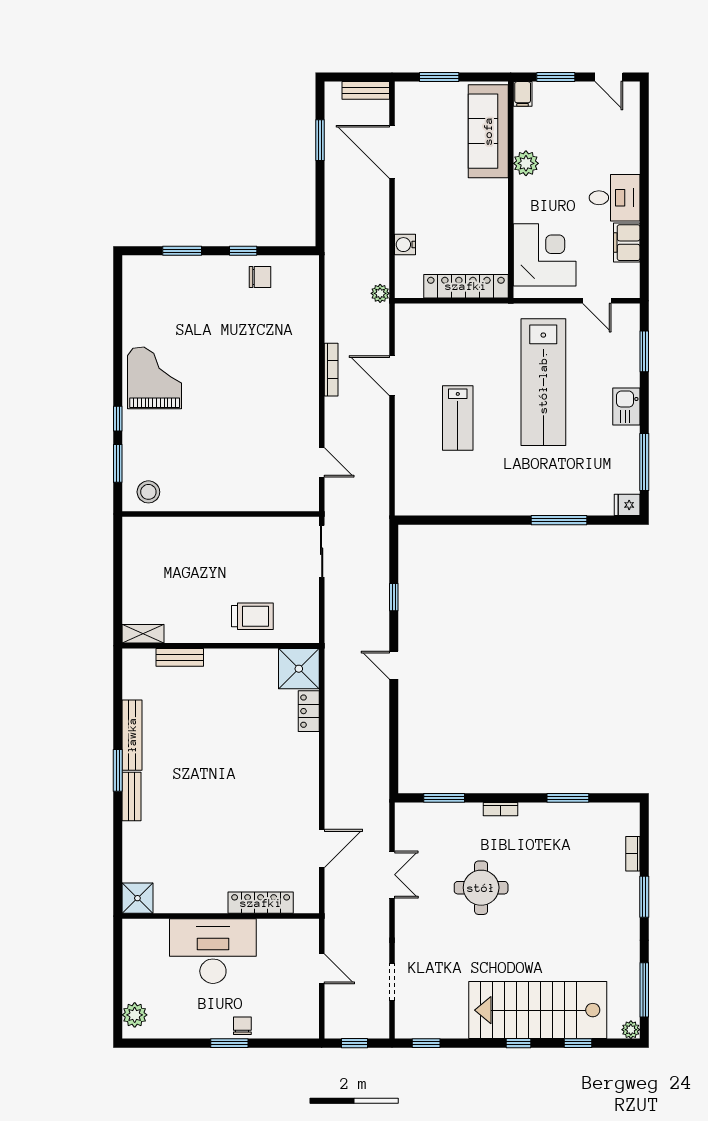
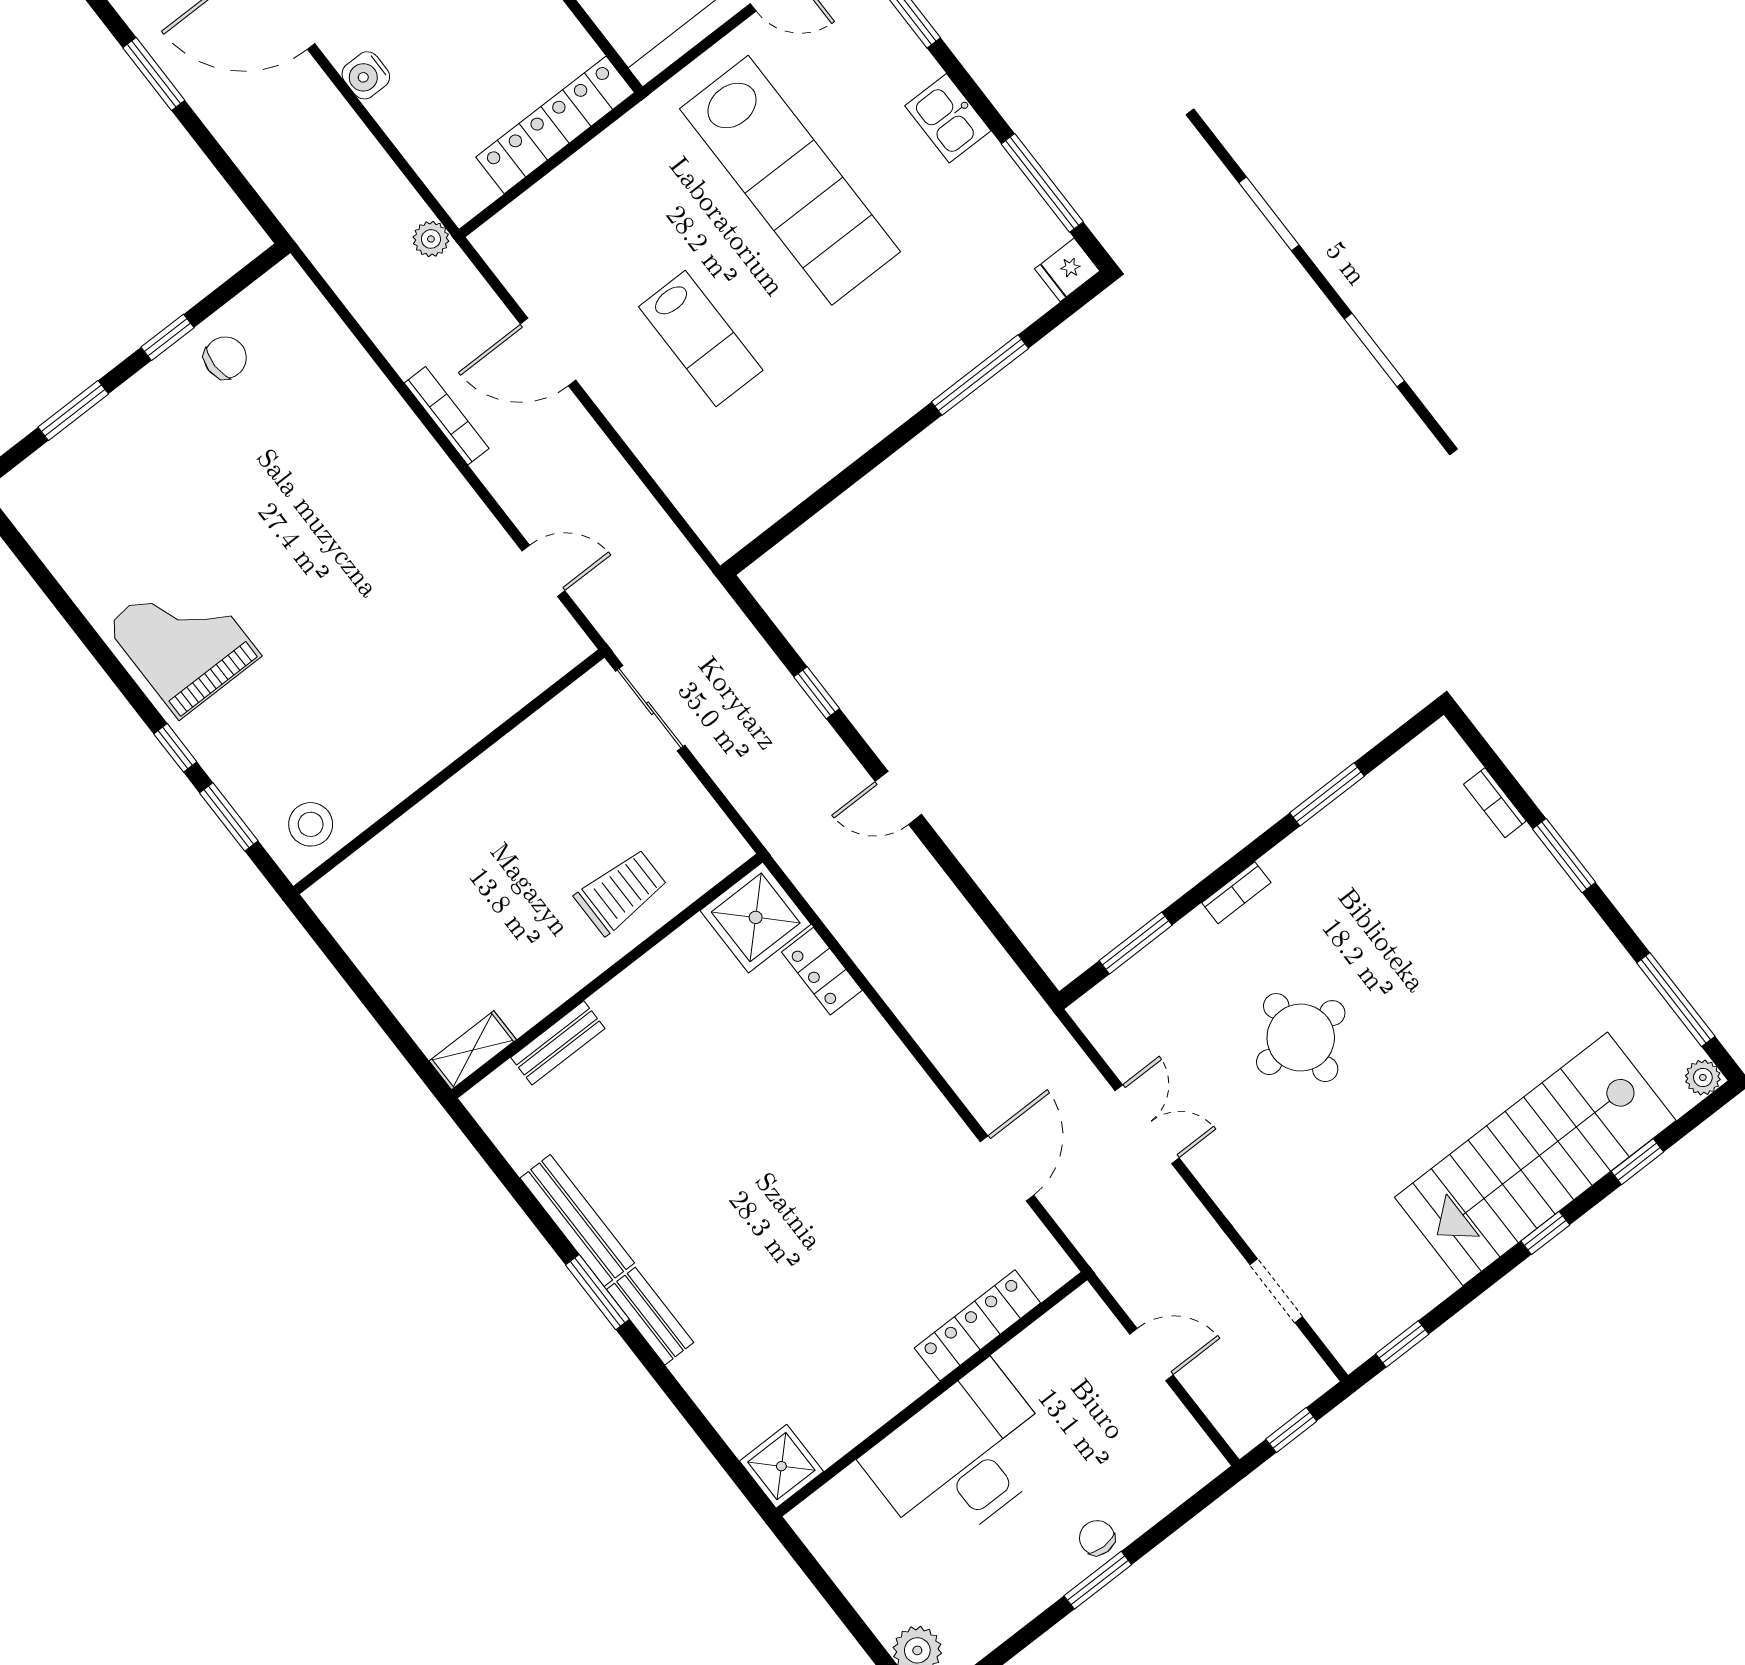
water cooler: (405, 245) -> (366, 75), moved

